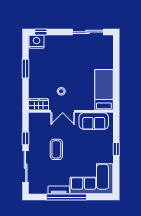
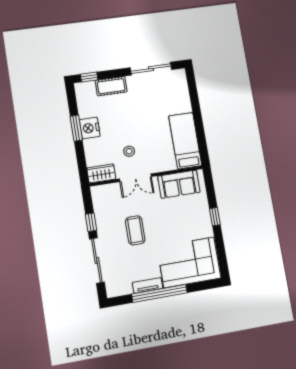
cot: (56, 41) -> (111, 86), added
nightstand: (37, 42) -> (90, 128), moved, turned -90

